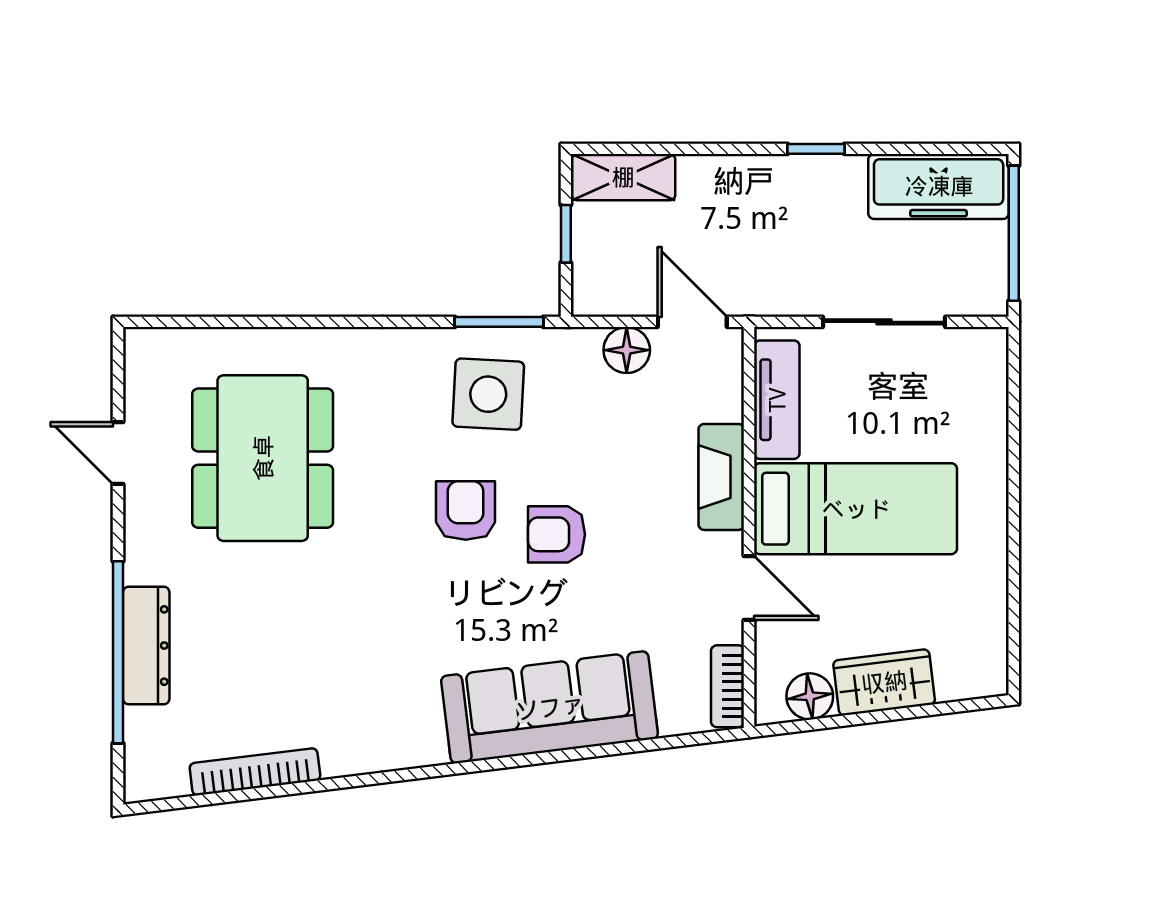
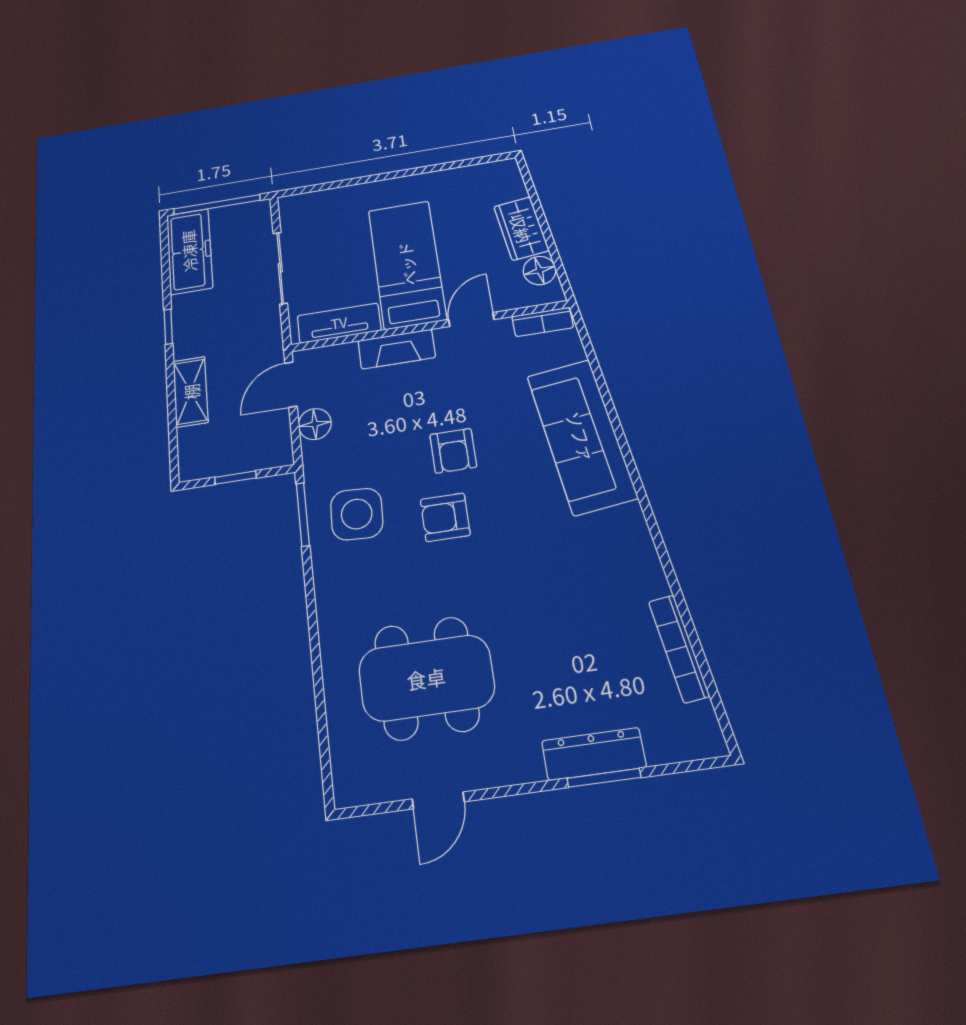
shelving: (623, 177) -> (191, 392), moved
window: (118, 652) -> (604, 778), width x0.47

